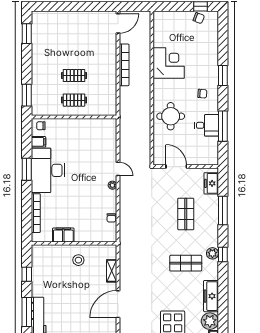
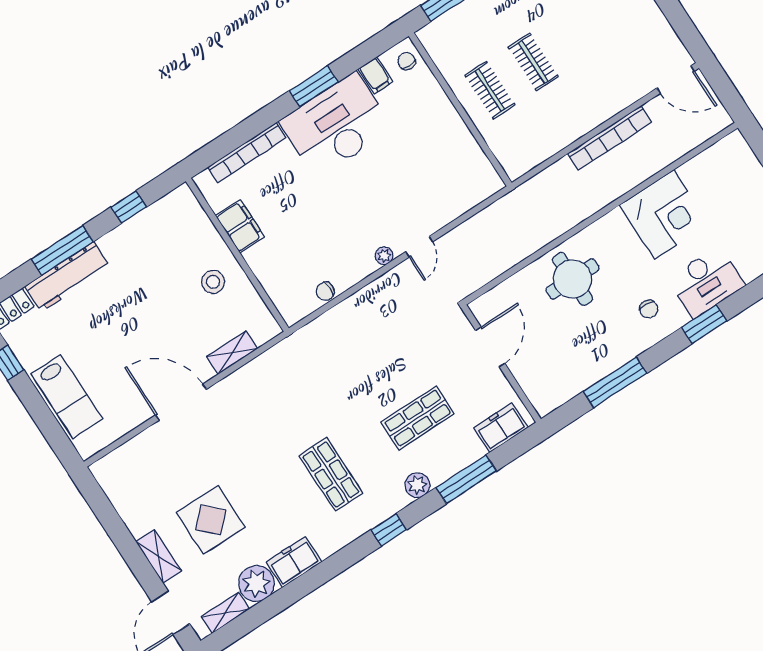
desk: (207, 125) -> (706, 282), moved, width x1.37
plant: (212, 253) -> (417, 485), moved
freezer: (211, 296) -> (294, 562), width x0.71

